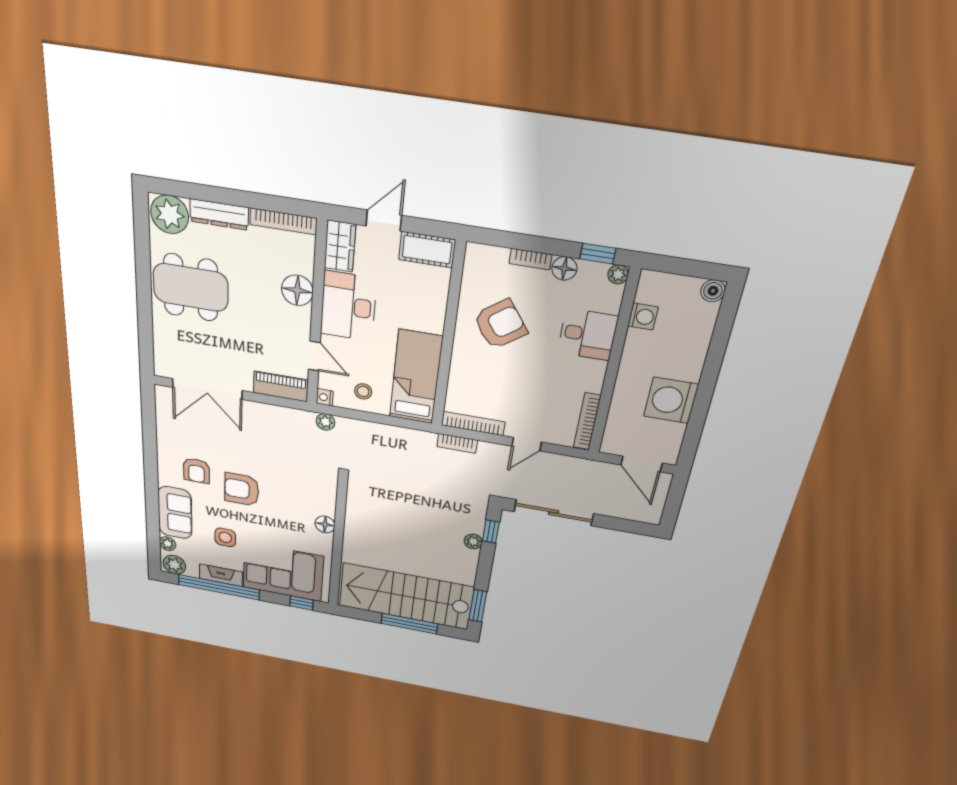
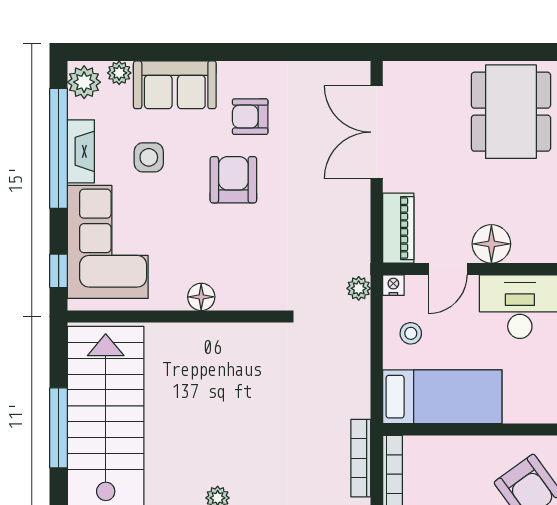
floor lamp: (297, 290) -> (491, 244), moved
bookcase: (457, 443) -> (361, 458), width x1.56

